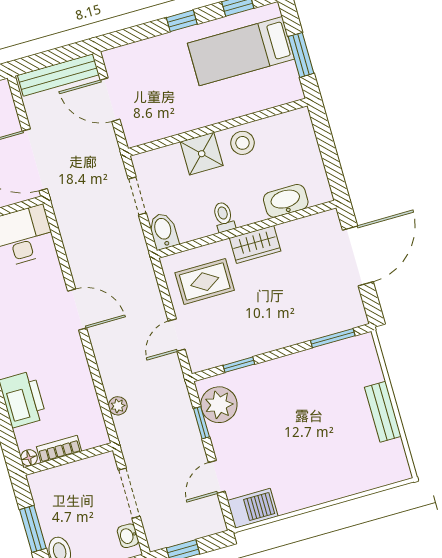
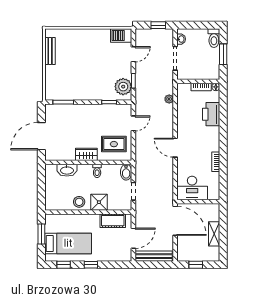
door: (110, 100) -> (133, 238), hinge flipped
cot: (163, 124) -> (113, 221), added
bench: (383, 412) -> (50, 51), moved

